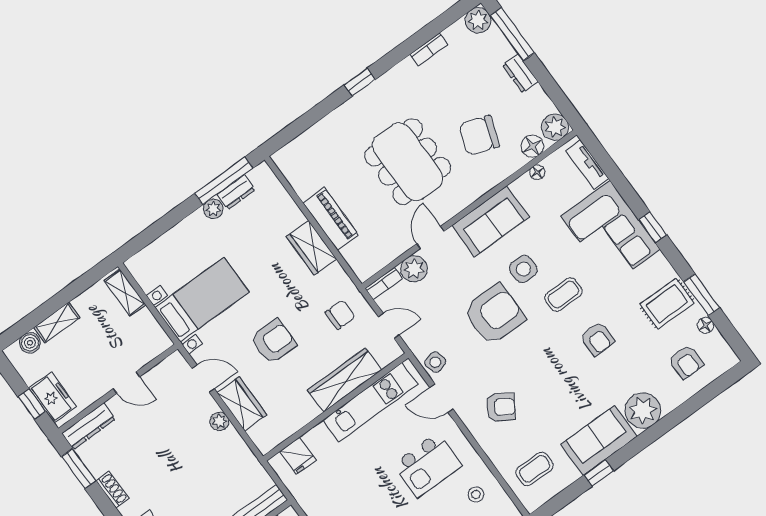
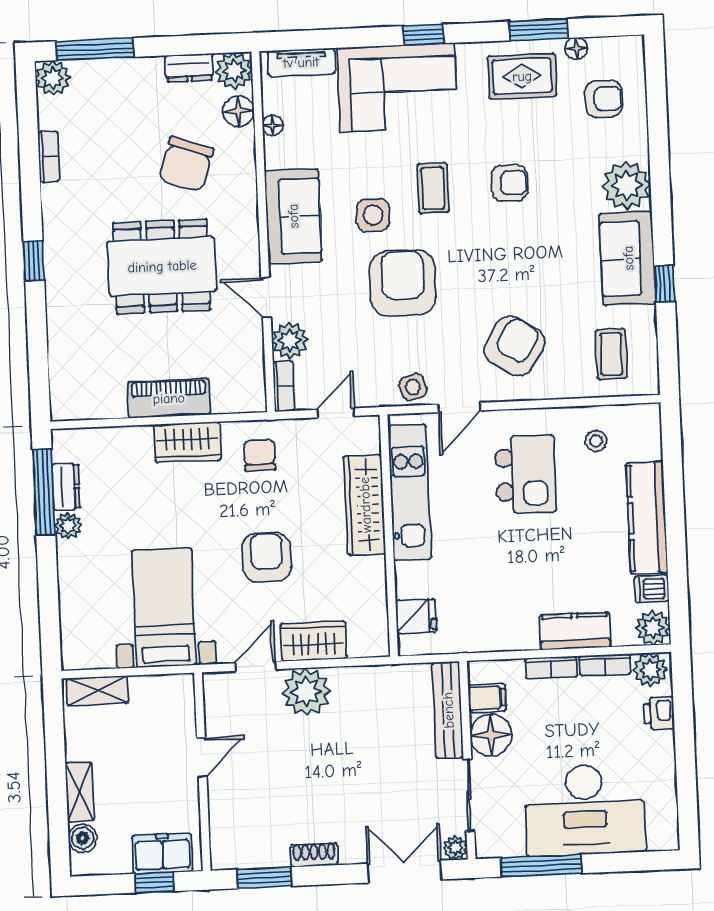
dresser: (520, 73) -> (189, 68), moved
rug: (667, 304) -> (522, 76), turned 90
chair: (340, 315) -> (260, 455), moved
armchair: (501, 407) -> (514, 346), width x1.38, depth x1.38
plant: (219, 421) -> (306, 692), width x1.87, depth x1.87
dresser: (88, 426) -> (223, 834), removed

